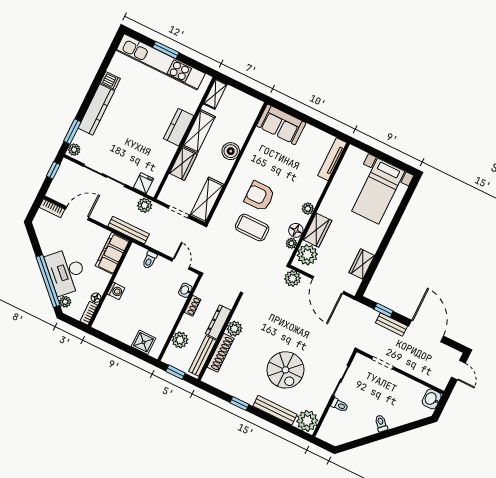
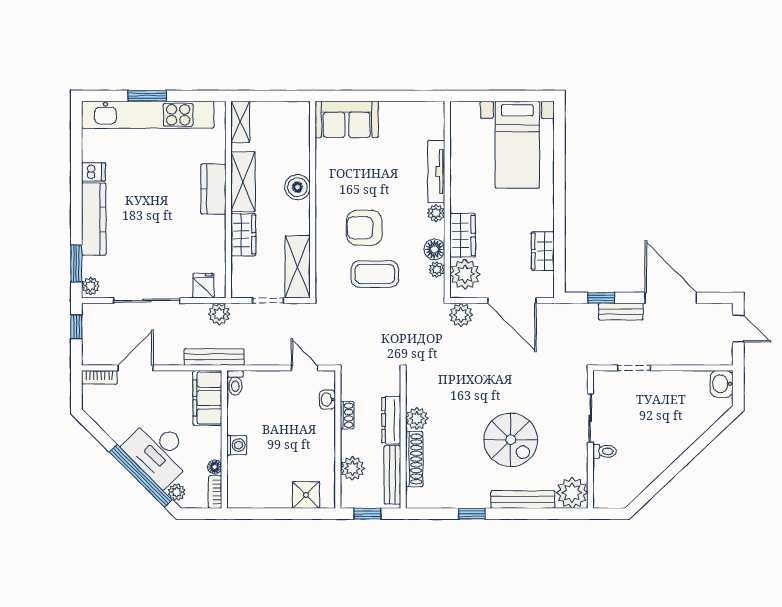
tv unit: (332, 159) -> (436, 172), moved
toilet: (149, 260) -> (235, 383), moved
toilet: (381, 423) -> (671, 448), removed

